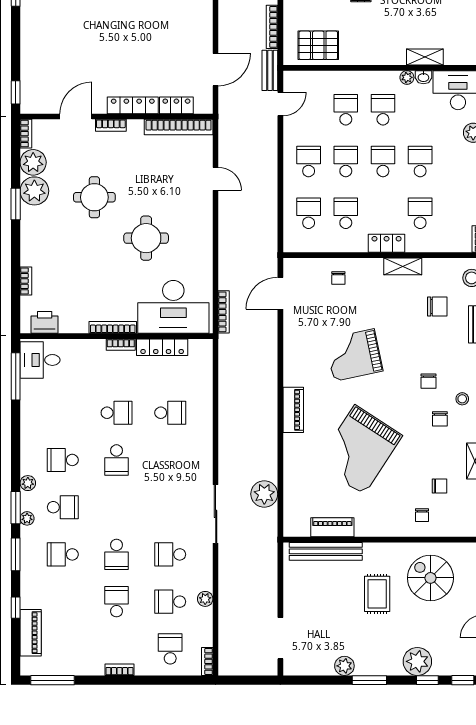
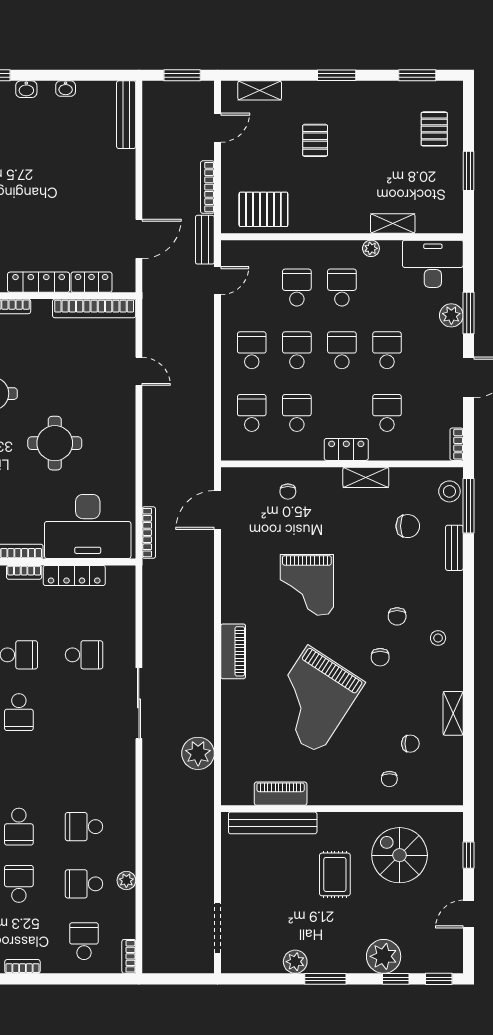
washbasin: (423, 77) -> (391, 248), removed
grand piano: (354, 355) -> (307, 585), turned -78
chair: (440, 419) -> (380, 657), moved
sliding door: (216, 514) -> (139, 703), moved

